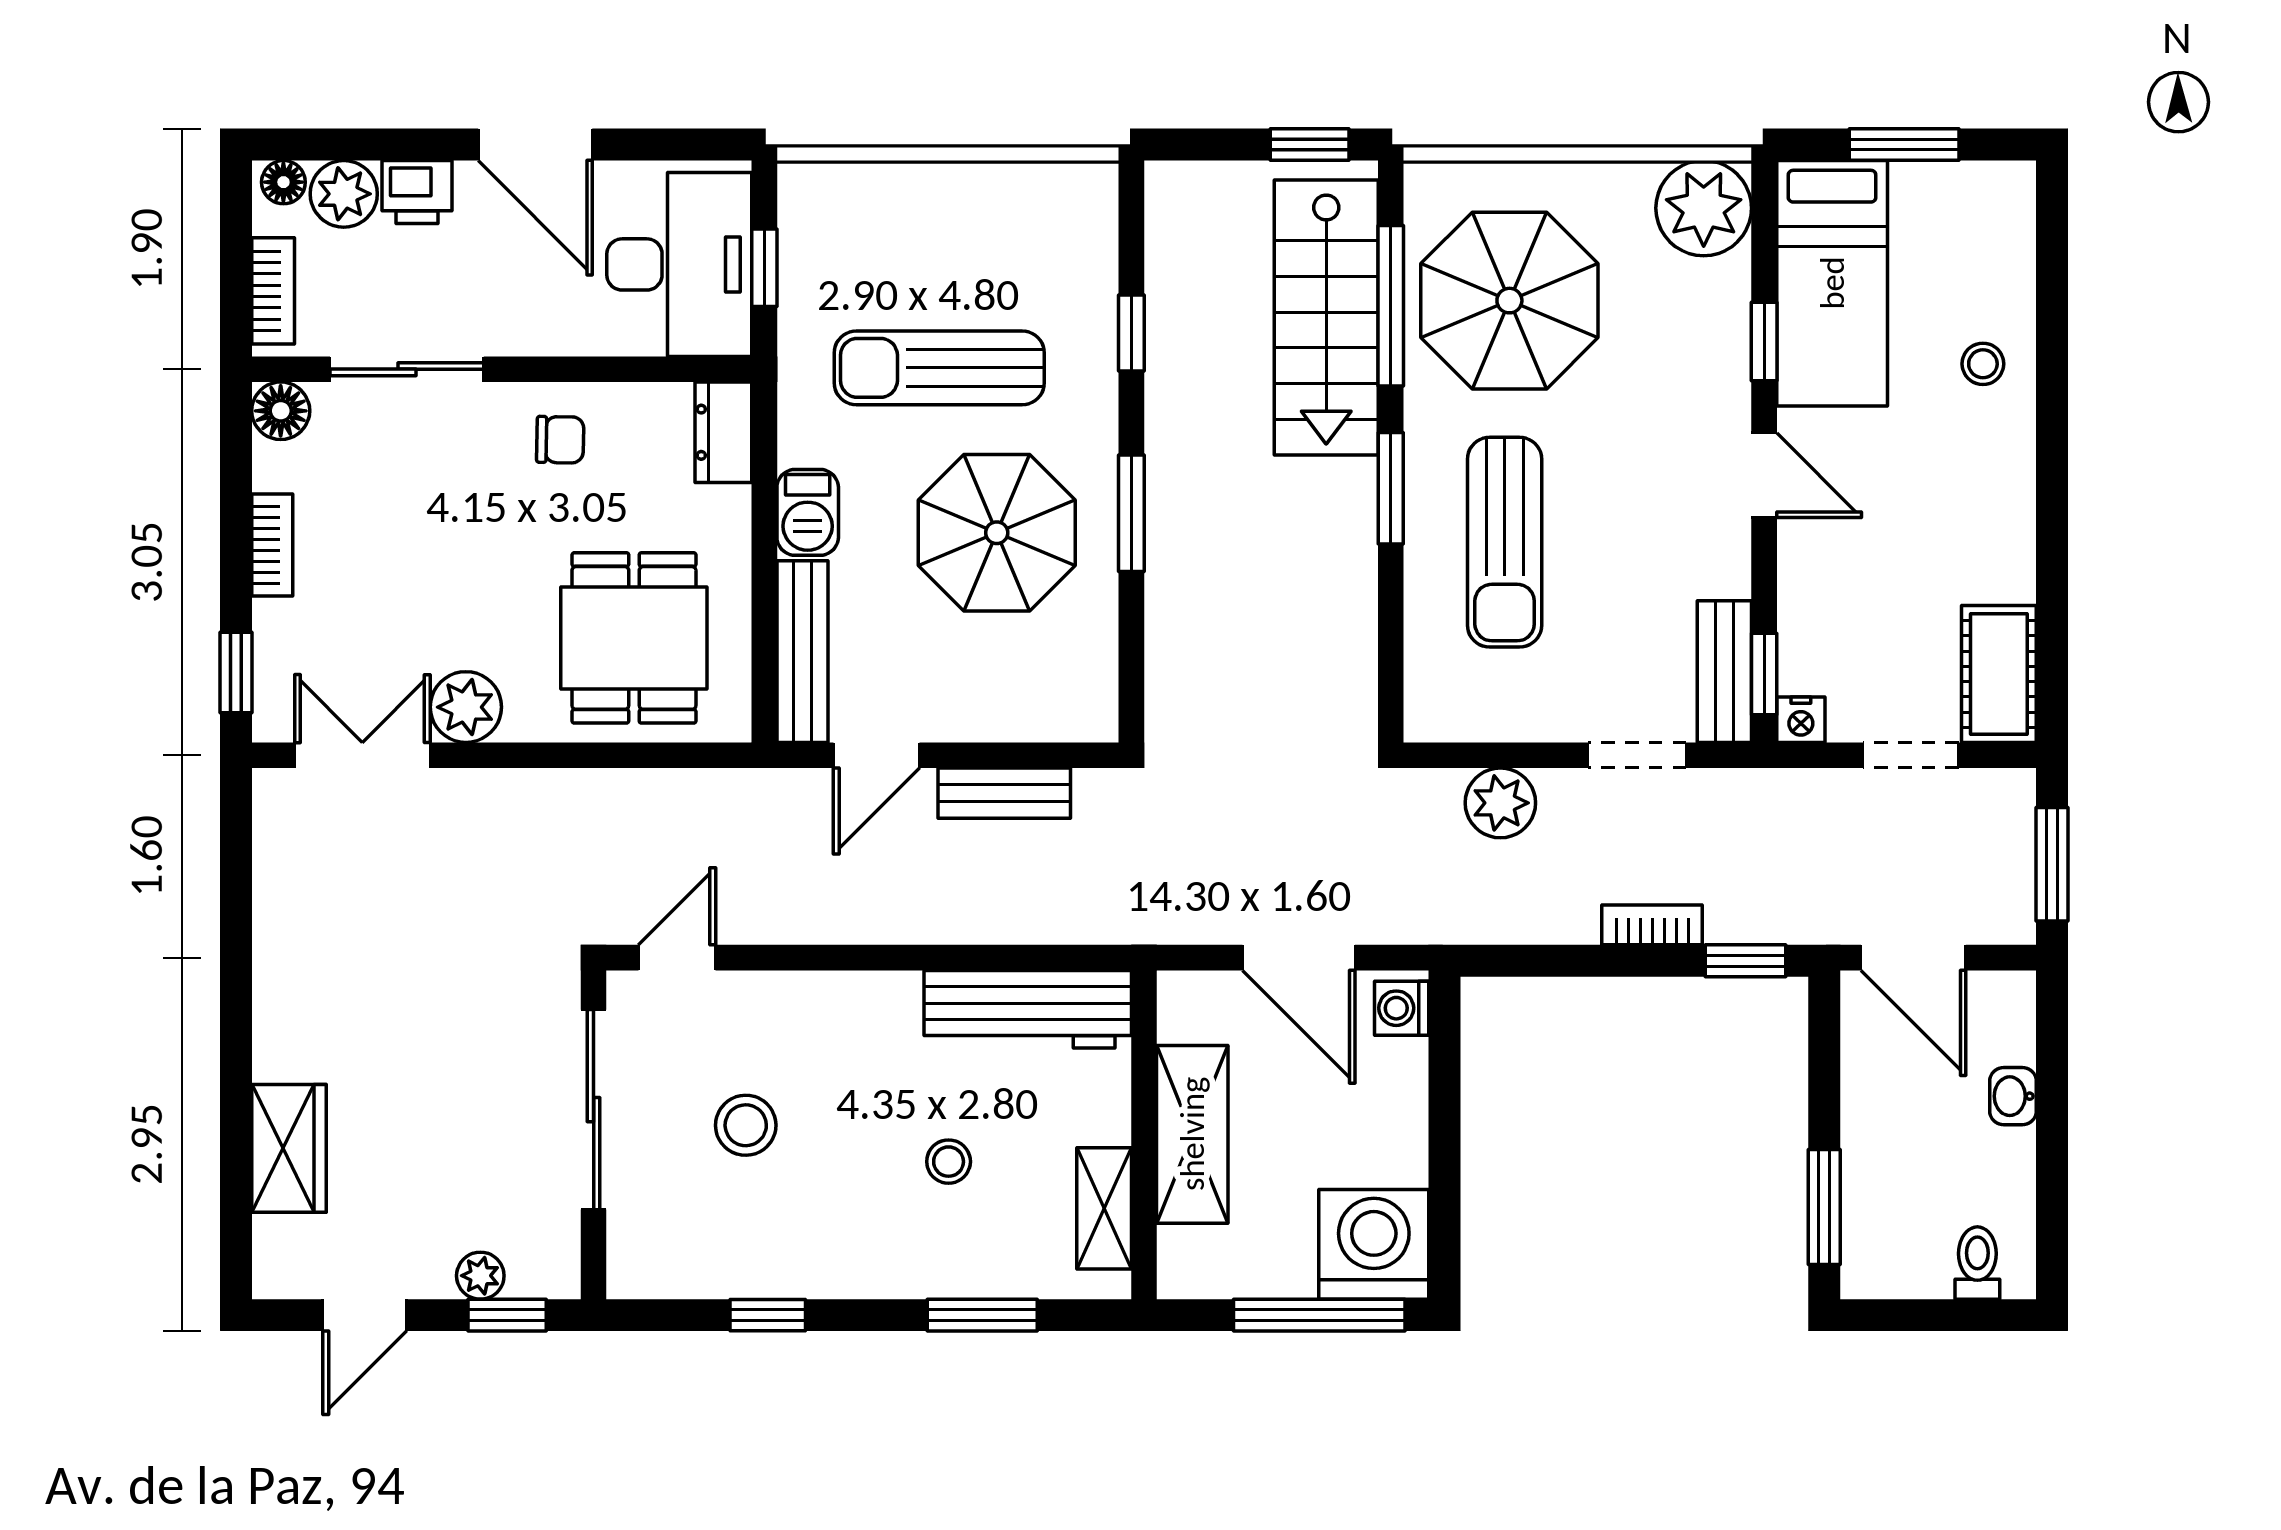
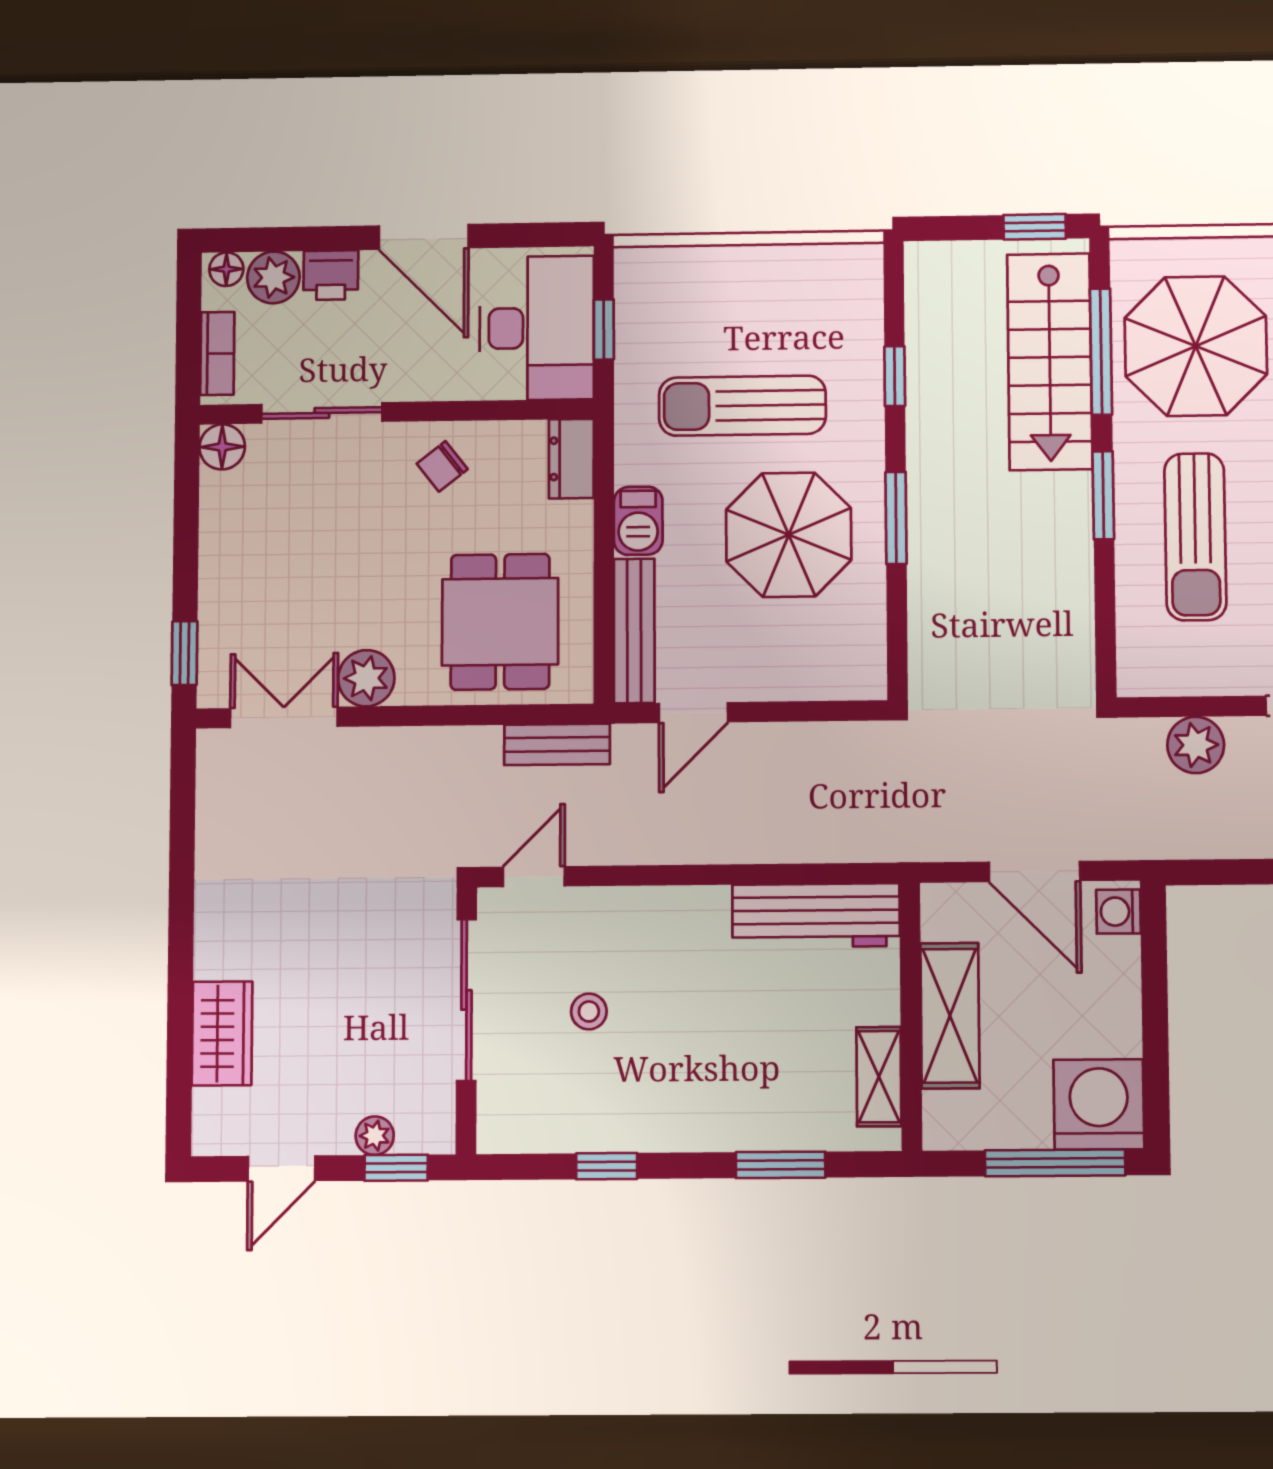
chair: (560, 440) -> (442, 466), turned 141
bookcase: (272, 545) -> (214, 552), removed
bench: (1004, 793) -> (557, 744), moved
stool: (746, 1125) -> (589, 1011), width x0.73, depth x0.73
stool: (949, 1162) -> (753, 1040), removed

